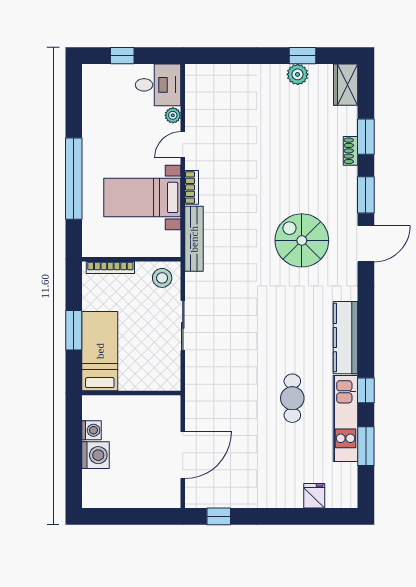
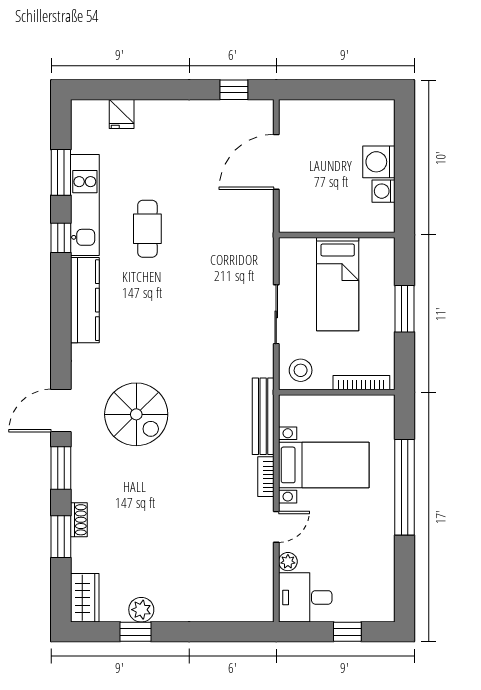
bed: (100, 351) -> (338, 284), moved

